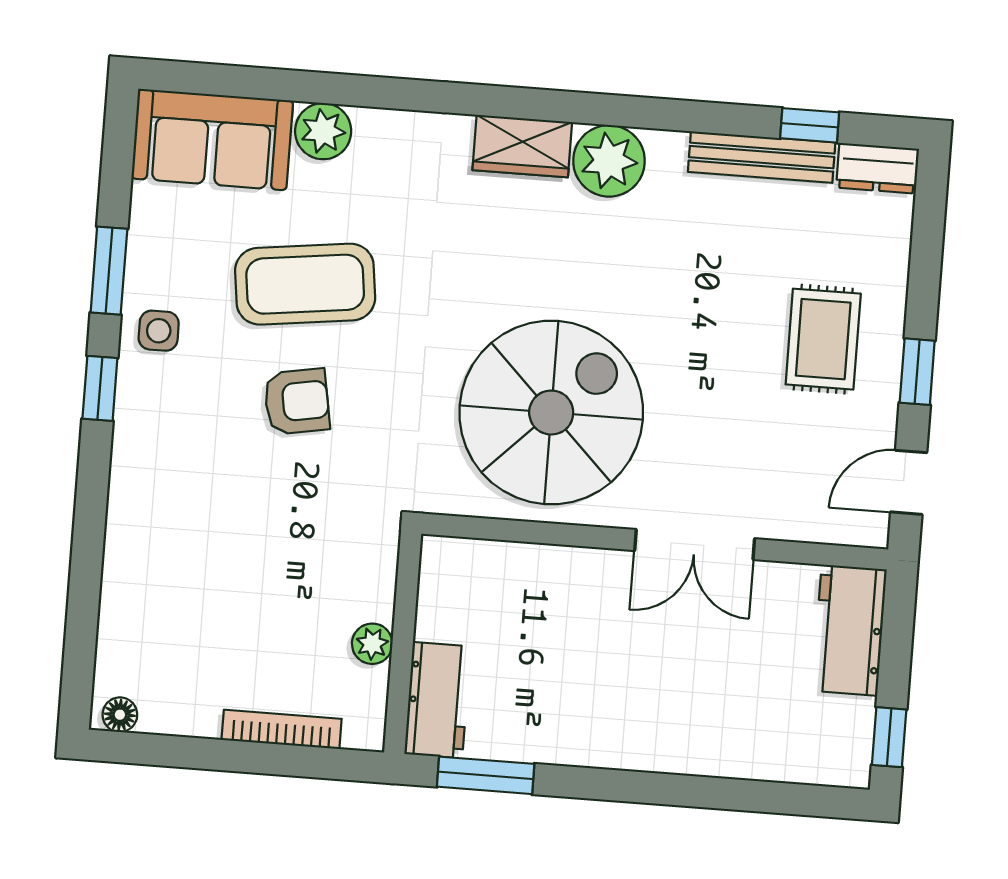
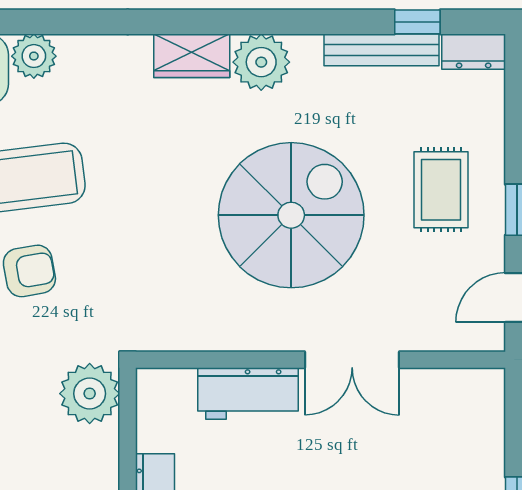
spiral stairs: (551, 413) -> (291, 215), moved
workbench: (849, 630) -> (248, 394), moved, turned -90
plant: (372, 644) -> (90, 394), moved, width x1.88, depth x1.88

